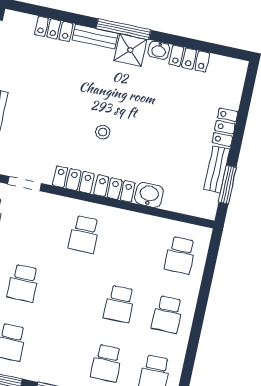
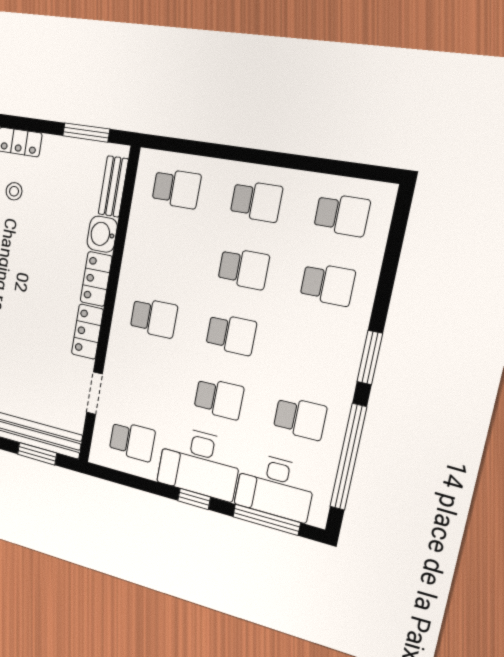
stool: (103, 132) -> (14, 191), moved
bench: (217, 169) -> (113, 186), moved, turned 90
school desk: (71, 294) -> (231, 334), added

